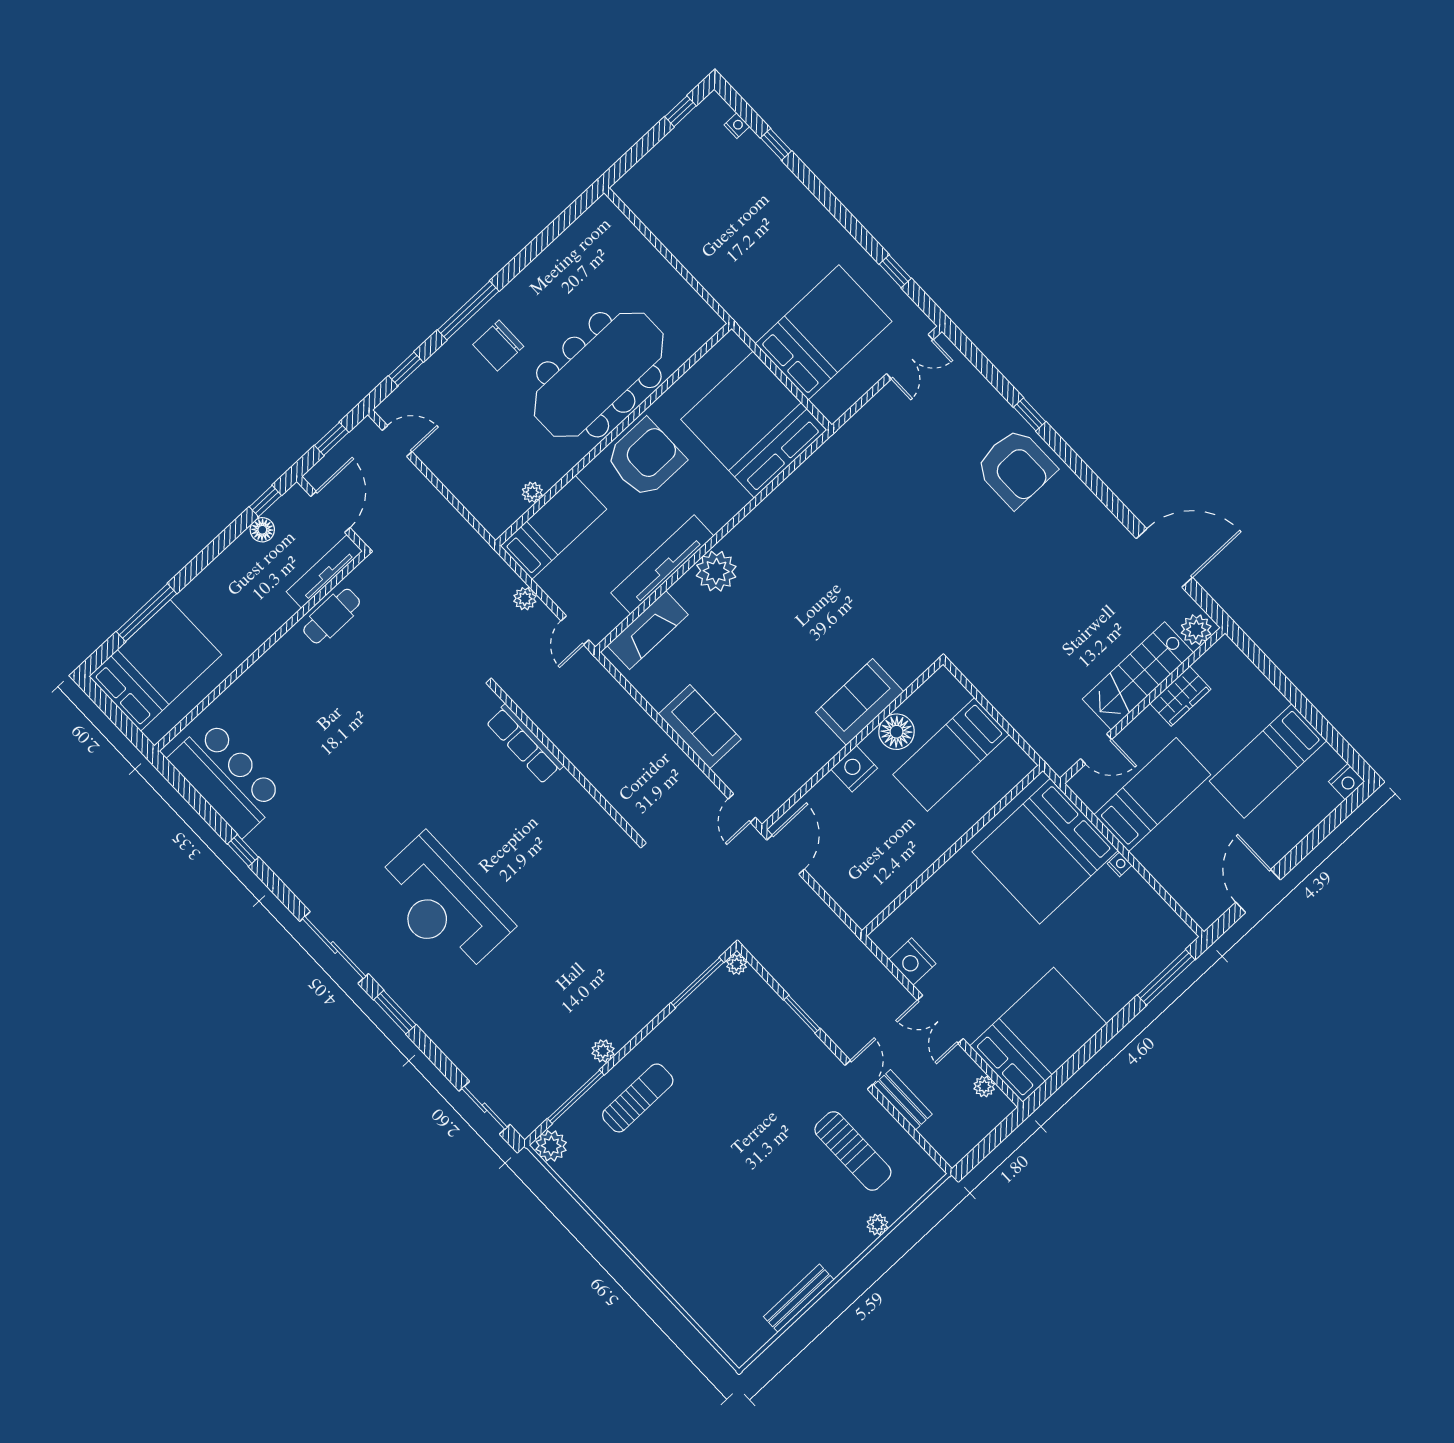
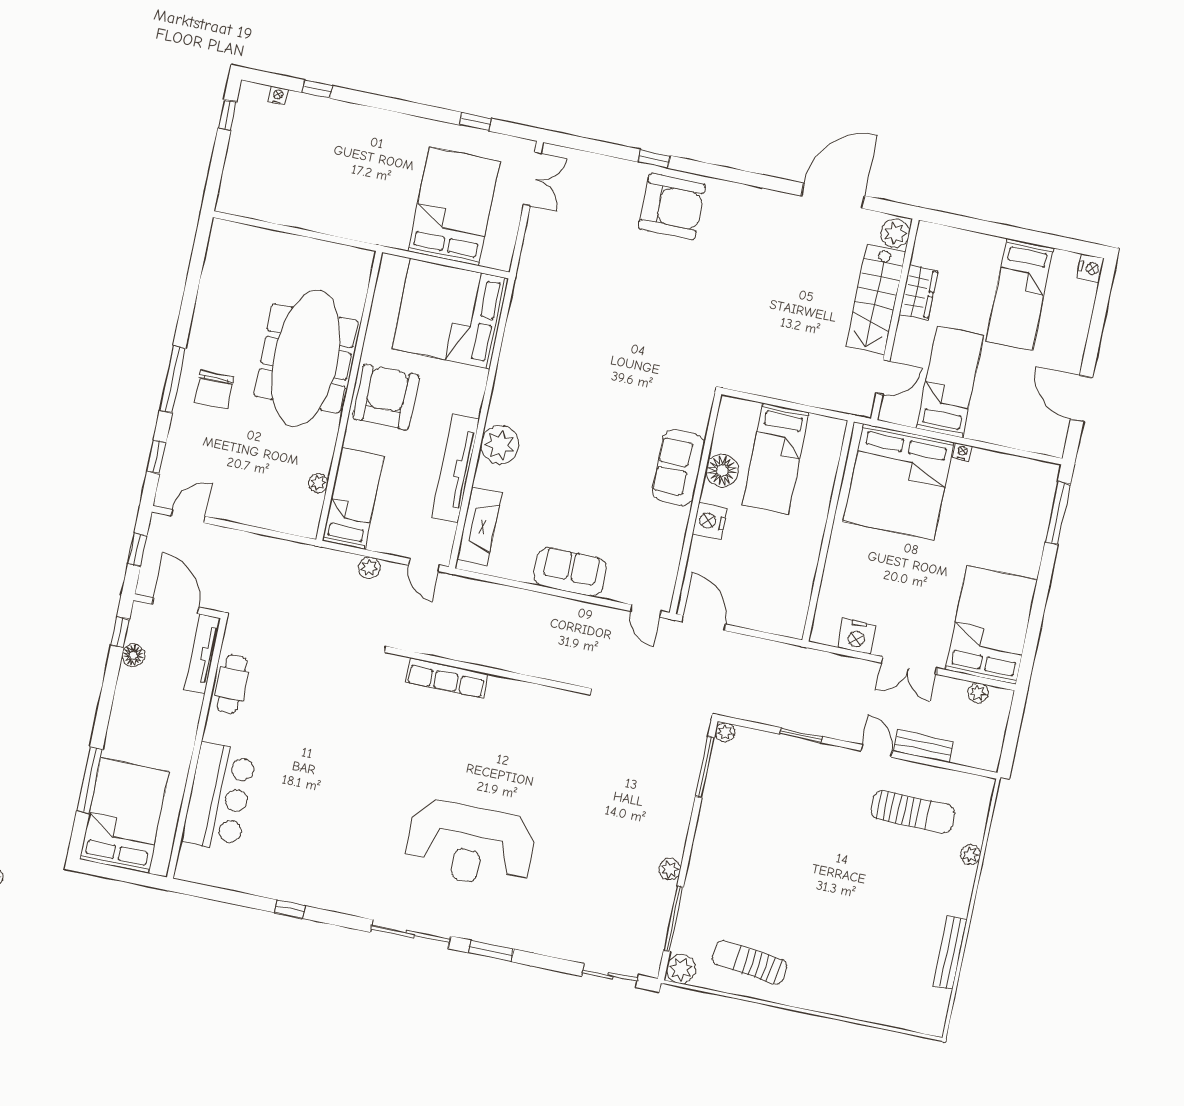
bar counter: (226, 778) -> (219, 797), moved, turned 90
sun lounger: (638, 1098) -> (749, 962), moved, turned -83

